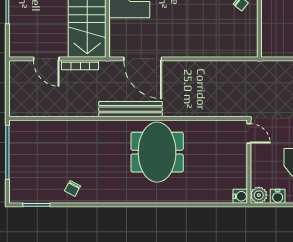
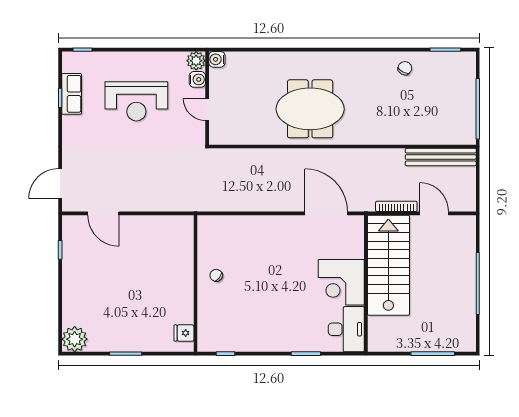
bench: (130, 109) -> (441, 157), moved
door: (249, 133) -> (207, 110), moved
meeting table: (157, 152) -> (310, 109), turned 90
water cooler: (278, 196) -> (197, 79), moved, turned 90

